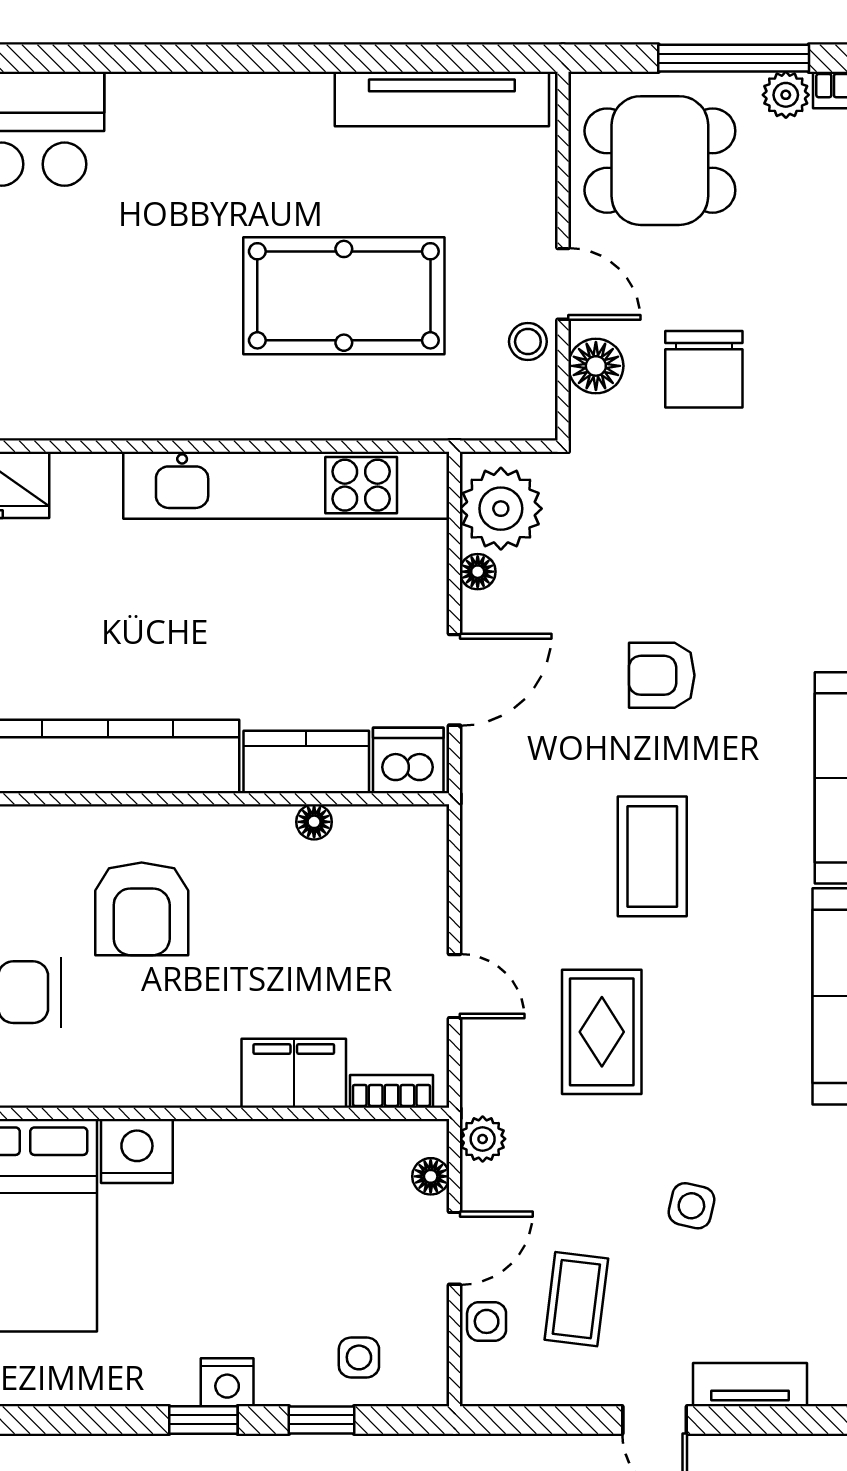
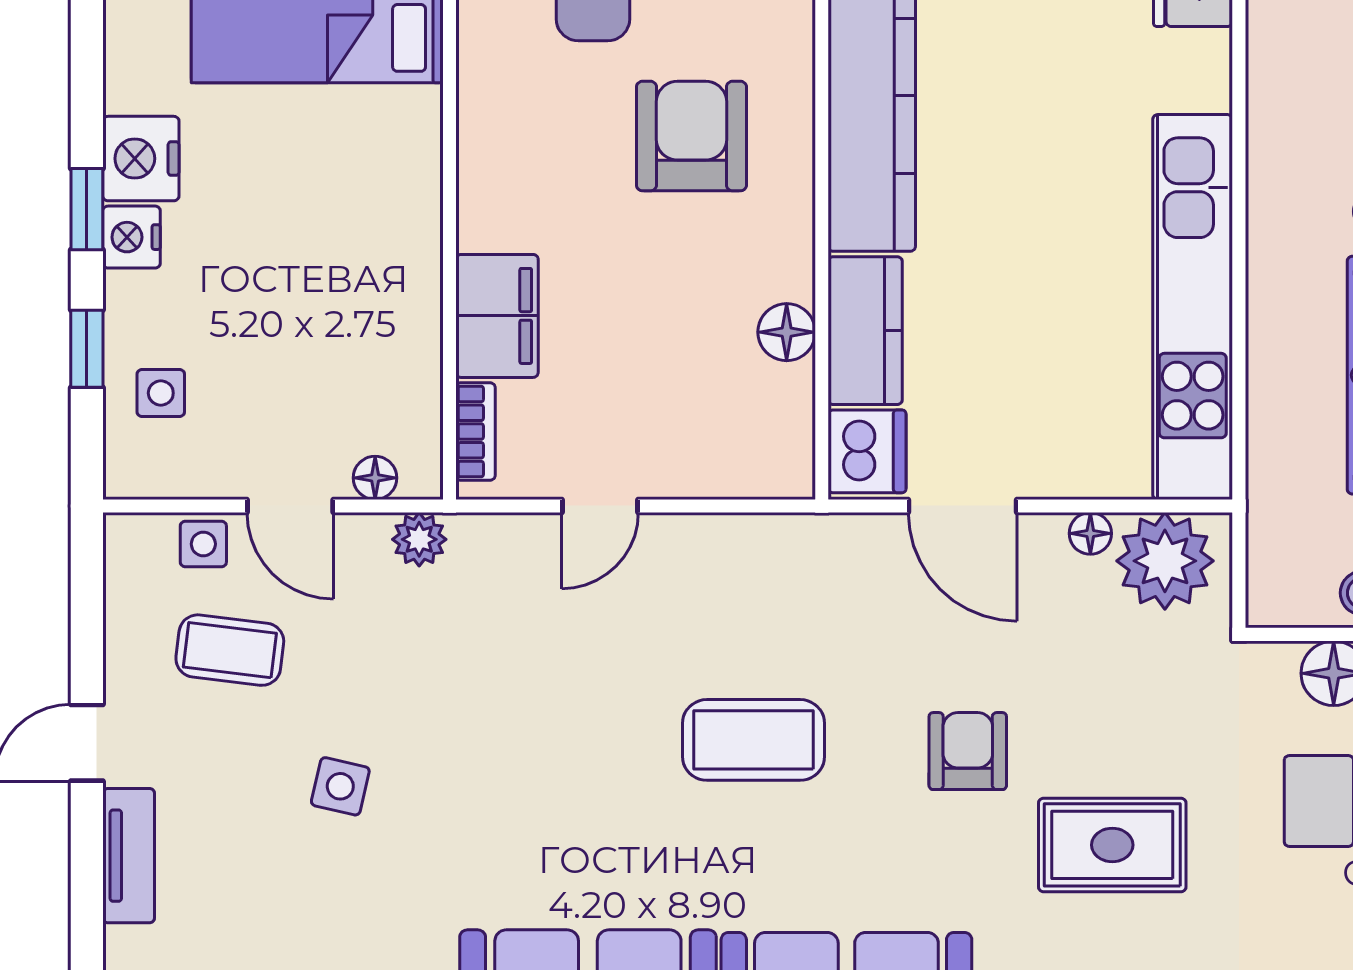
floor lamp: (314, 822) -> (787, 332), width x1.37, depth x1.37
armchair: (142, 909) -> (691, 136), turned 90
rug: (602, 1032) -> (1112, 845), moved
nightstand: (137, 1151) -> (141, 159), moved, turned 180

